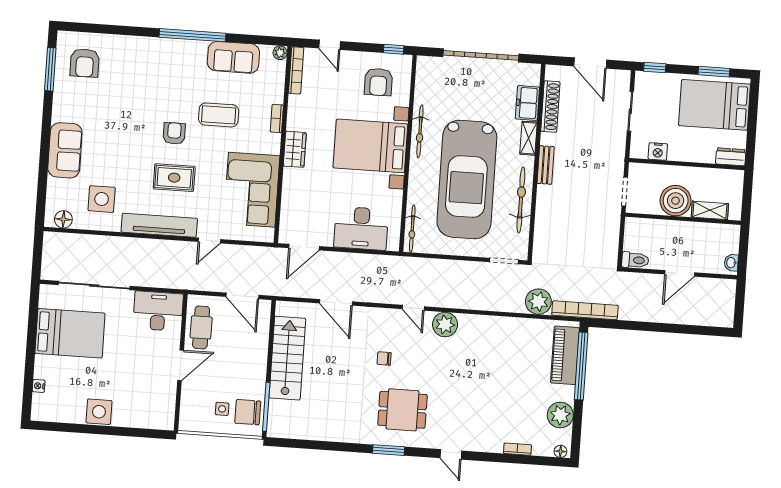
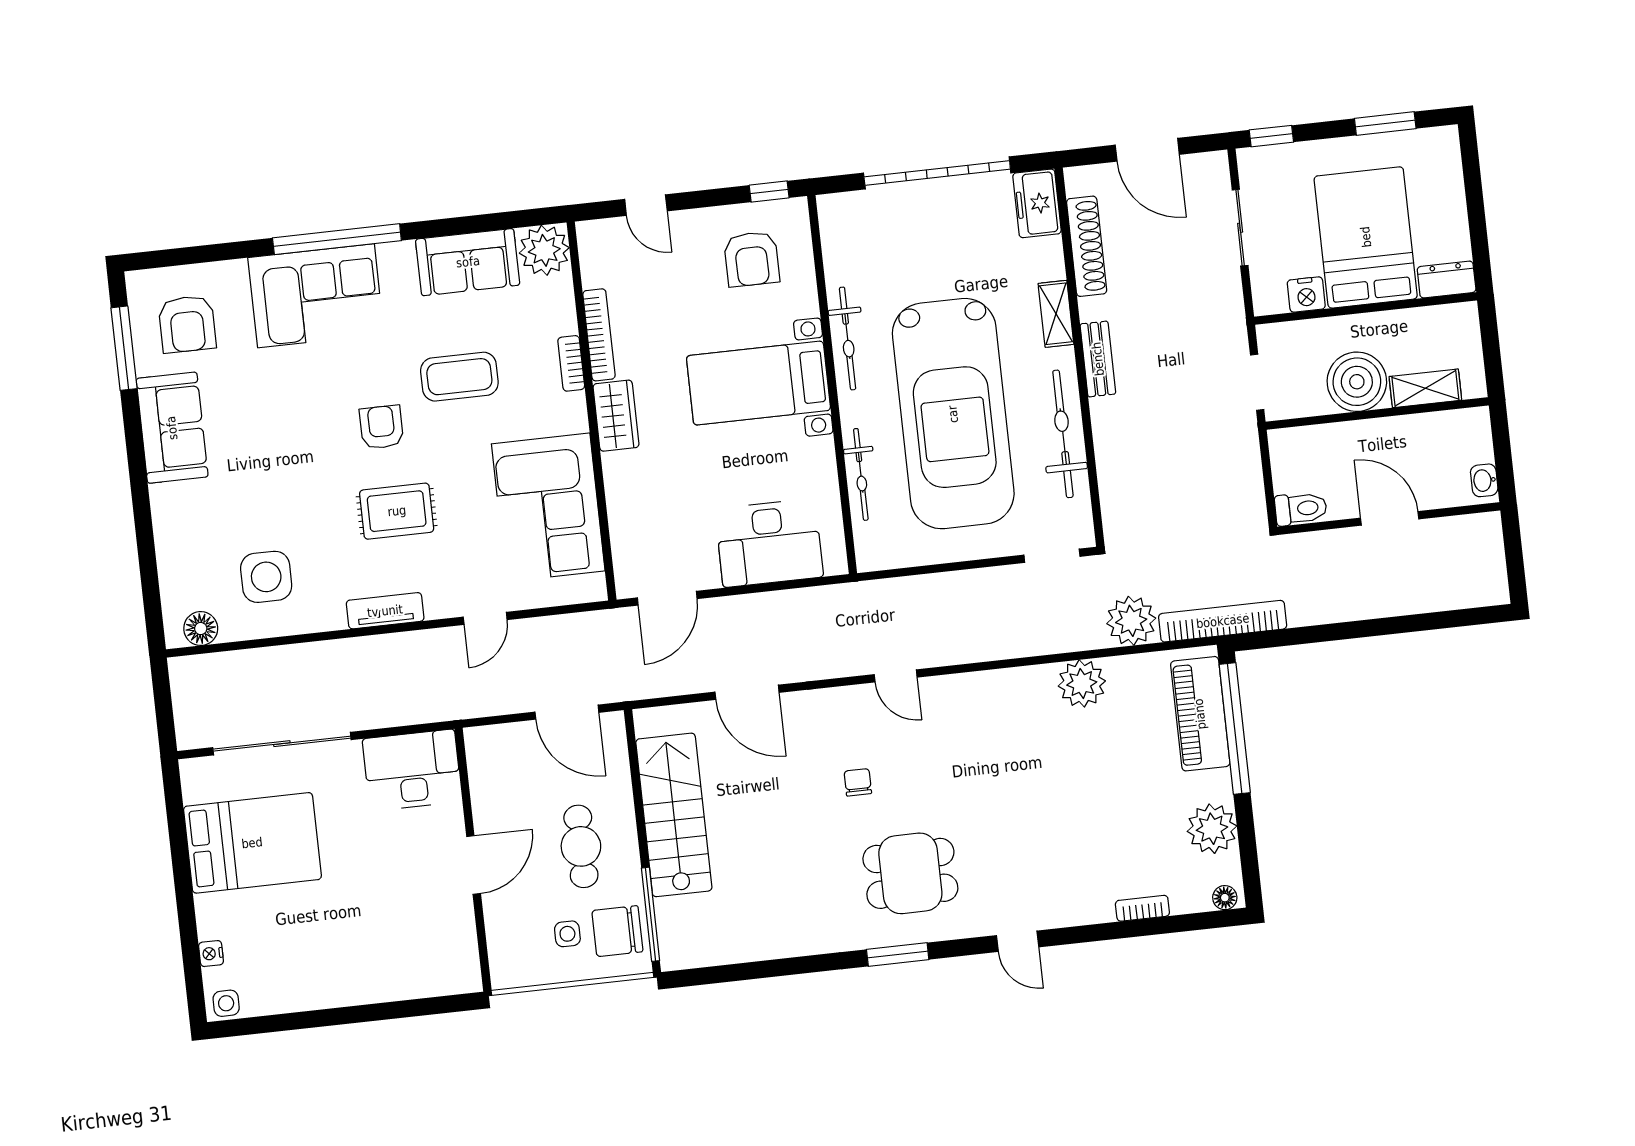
window: (192, 35) -> (337, 239), moved
plant: (280, 53) -> (544, 250), width x1.88, depth x1.88
corner sofa: (153, 60) -> (316, 296), added
bookcase: (296, 70) -> (599, 335), moved
freezer: (527, 103) -> (1037, 203), moved
bed: (714, 105) -> (1366, 237), moved, turned 90
bed with nightstands: (370, 146) -> (758, 383), width x0.73
sofa: (65, 150) -> (172, 428), moved
tv unit: (159, 225) -> (385, 611), width x0.52, depth x0.78
bicycle: (412, 229) -> (861, 474), moved
door: (680, 273) -> (1390, 518), swing flipped
plant: (445, 325) -> (1082, 683), moved
cafe table: (201, 327) -> (581, 846), moved
chair: (384, 359) -> (858, 782), turned 90
side table: (99, 412) -> (226, 1003), moved, width x0.54, depth x0.54

